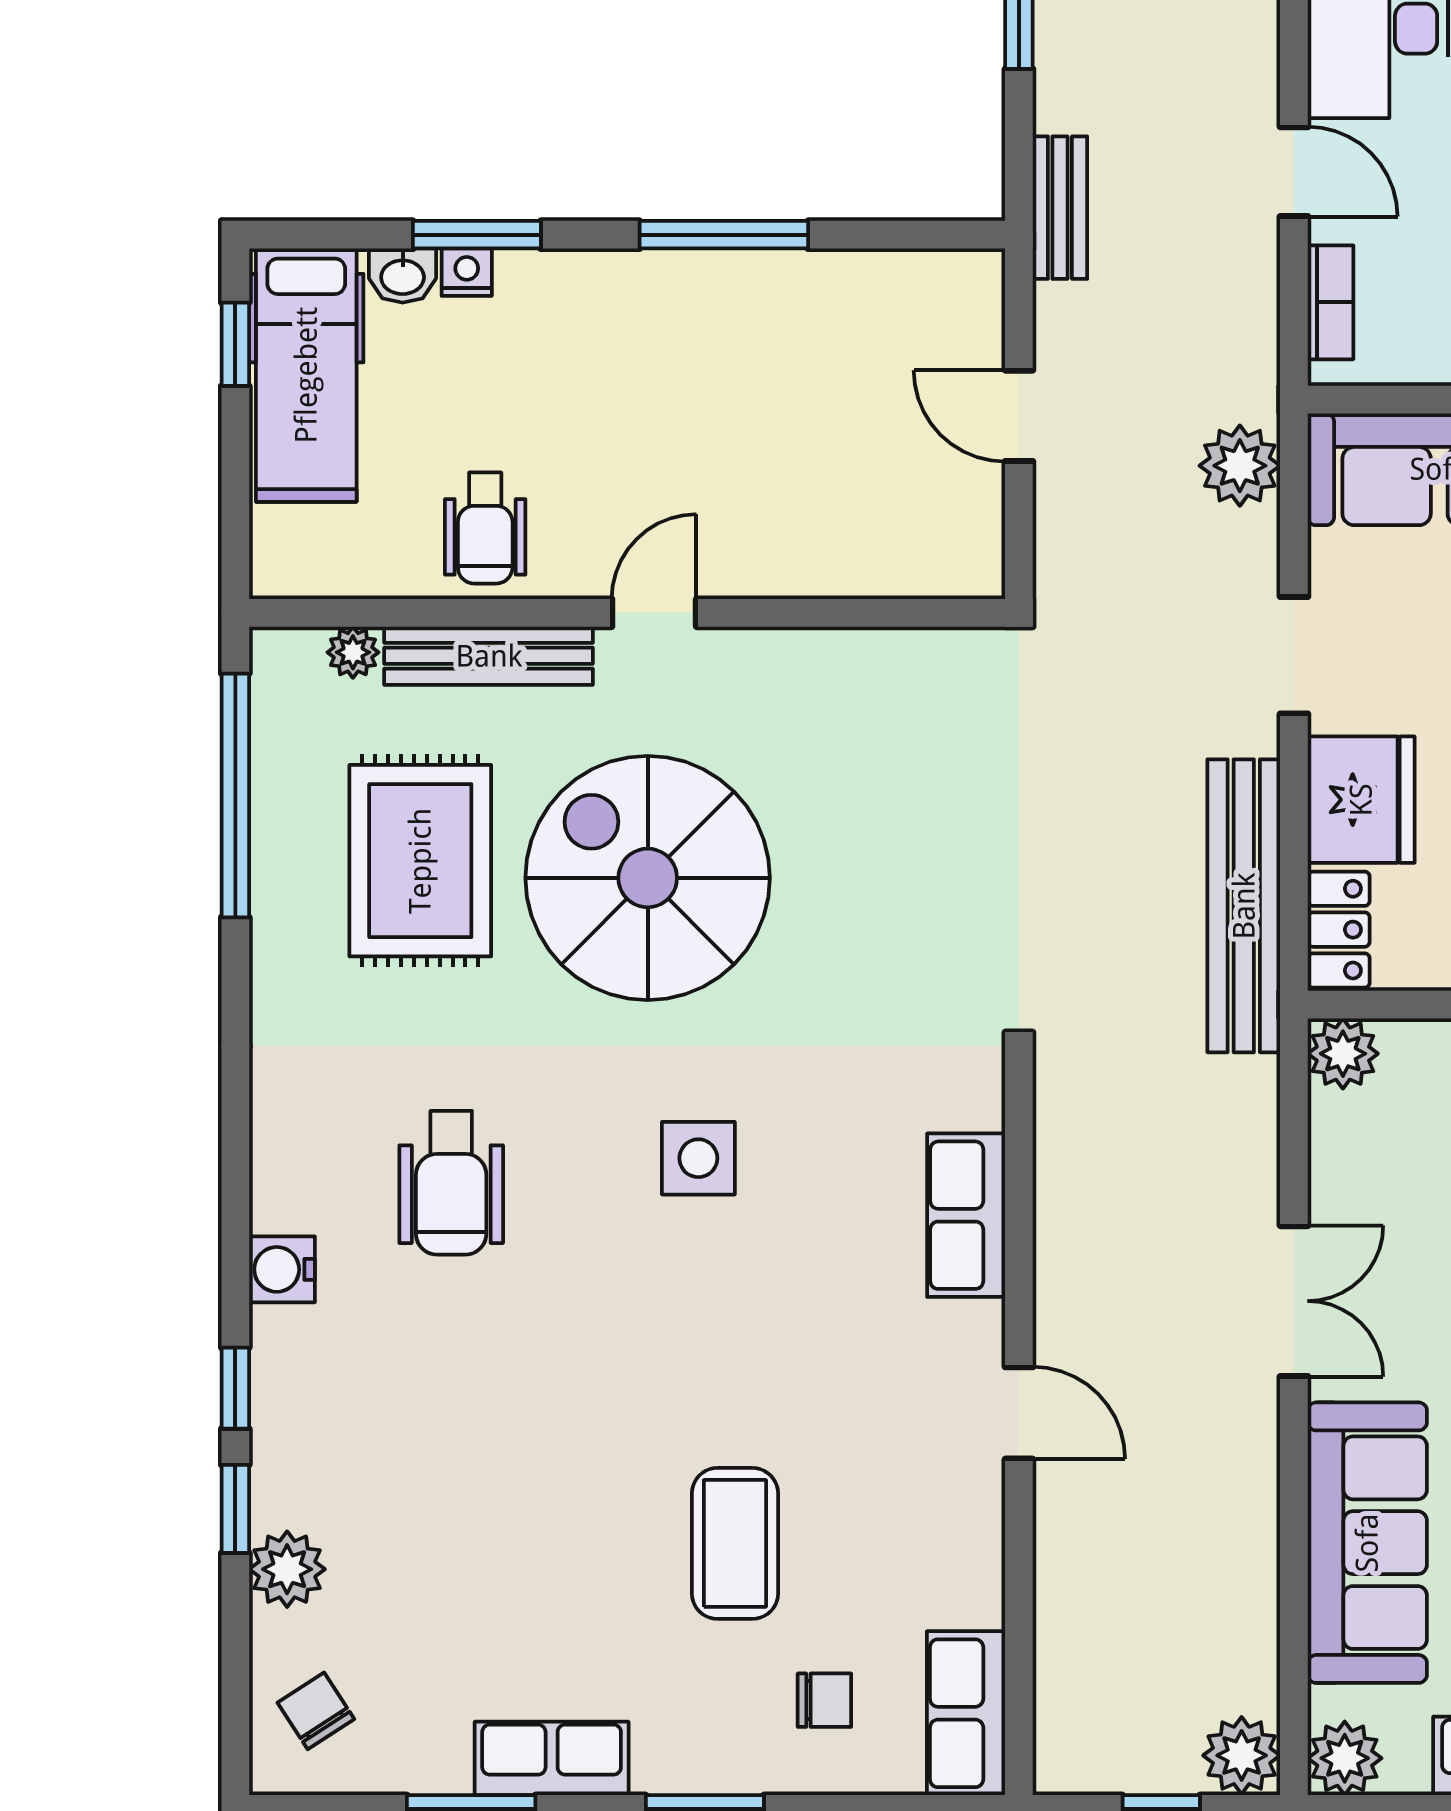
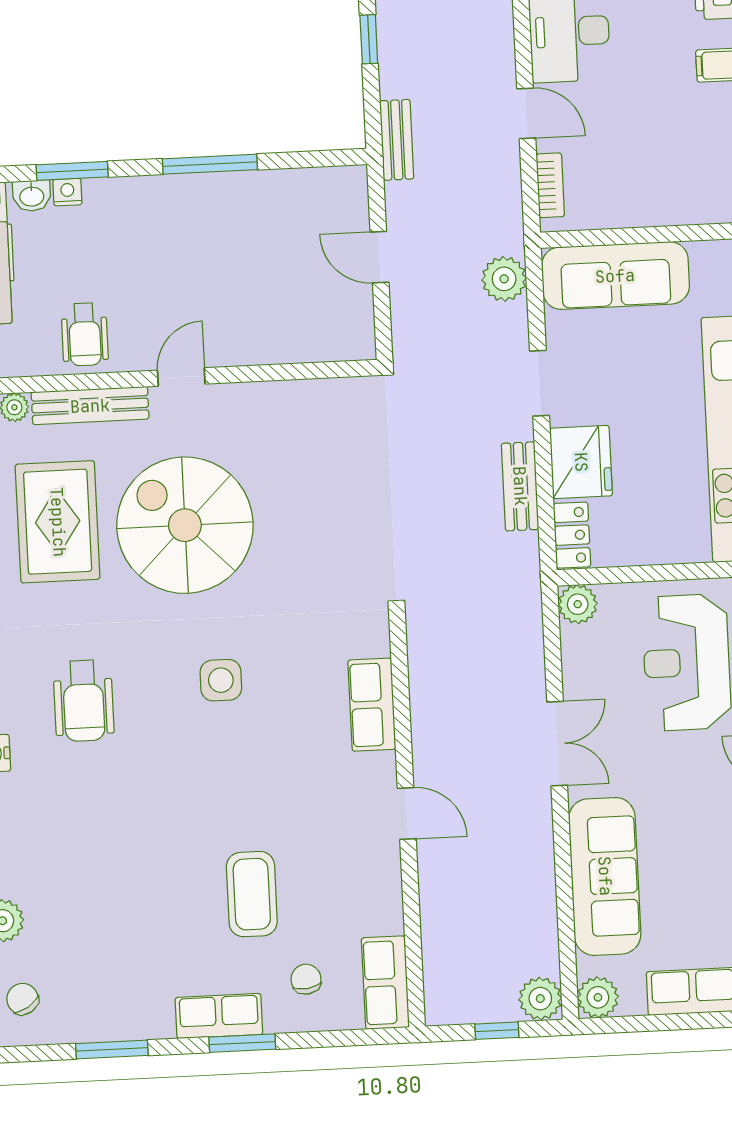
bench: (1244, 906) -> (520, 486), width x0.54, depth x0.82
chair: (824, 1700) -> (306, 979), turned -98
row of seats: (552, 1758) -> (219, 1016), moved

